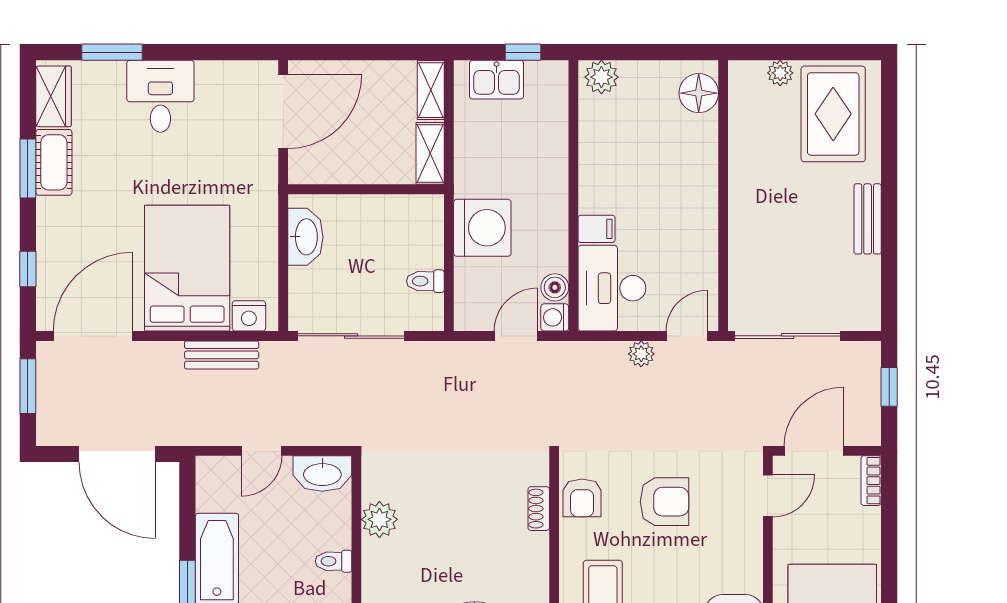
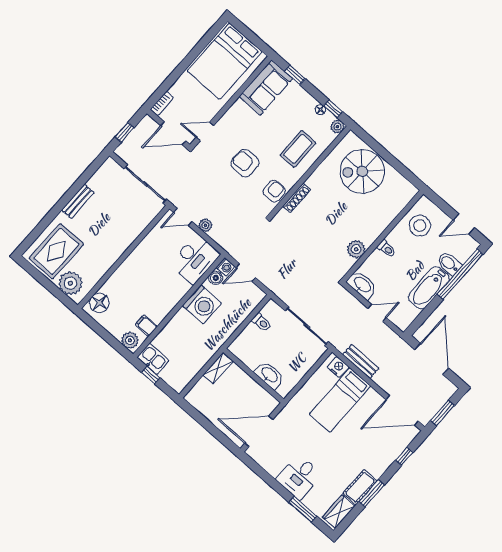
plant: (780, 73) -> (70, 283), width x1.88, depth x1.88
kitchen sink: (497, 80) -> (153, 359), moved
shelving: (431, 90) -> (197, 391), removed
washing machine: (482, 228) -> (202, 304), moved, turned 180
filing cabinet: (597, 229) -> (146, 326), moved
washbasin: (305, 237) -> (269, 375), moved, turned 90
bed: (187, 268) -> (340, 400), width x0.67
shoe rack: (539, 509) -> (297, 198), width x1.43

